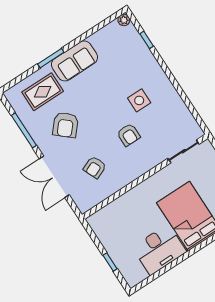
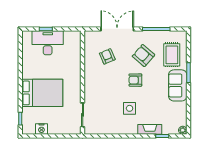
fireplace: (148, 60) -> (150, 129), added
armchair: (129, 135) -> (135, 80), moved
desk: (159, 250) -> (48, 43), moved, turned 90

